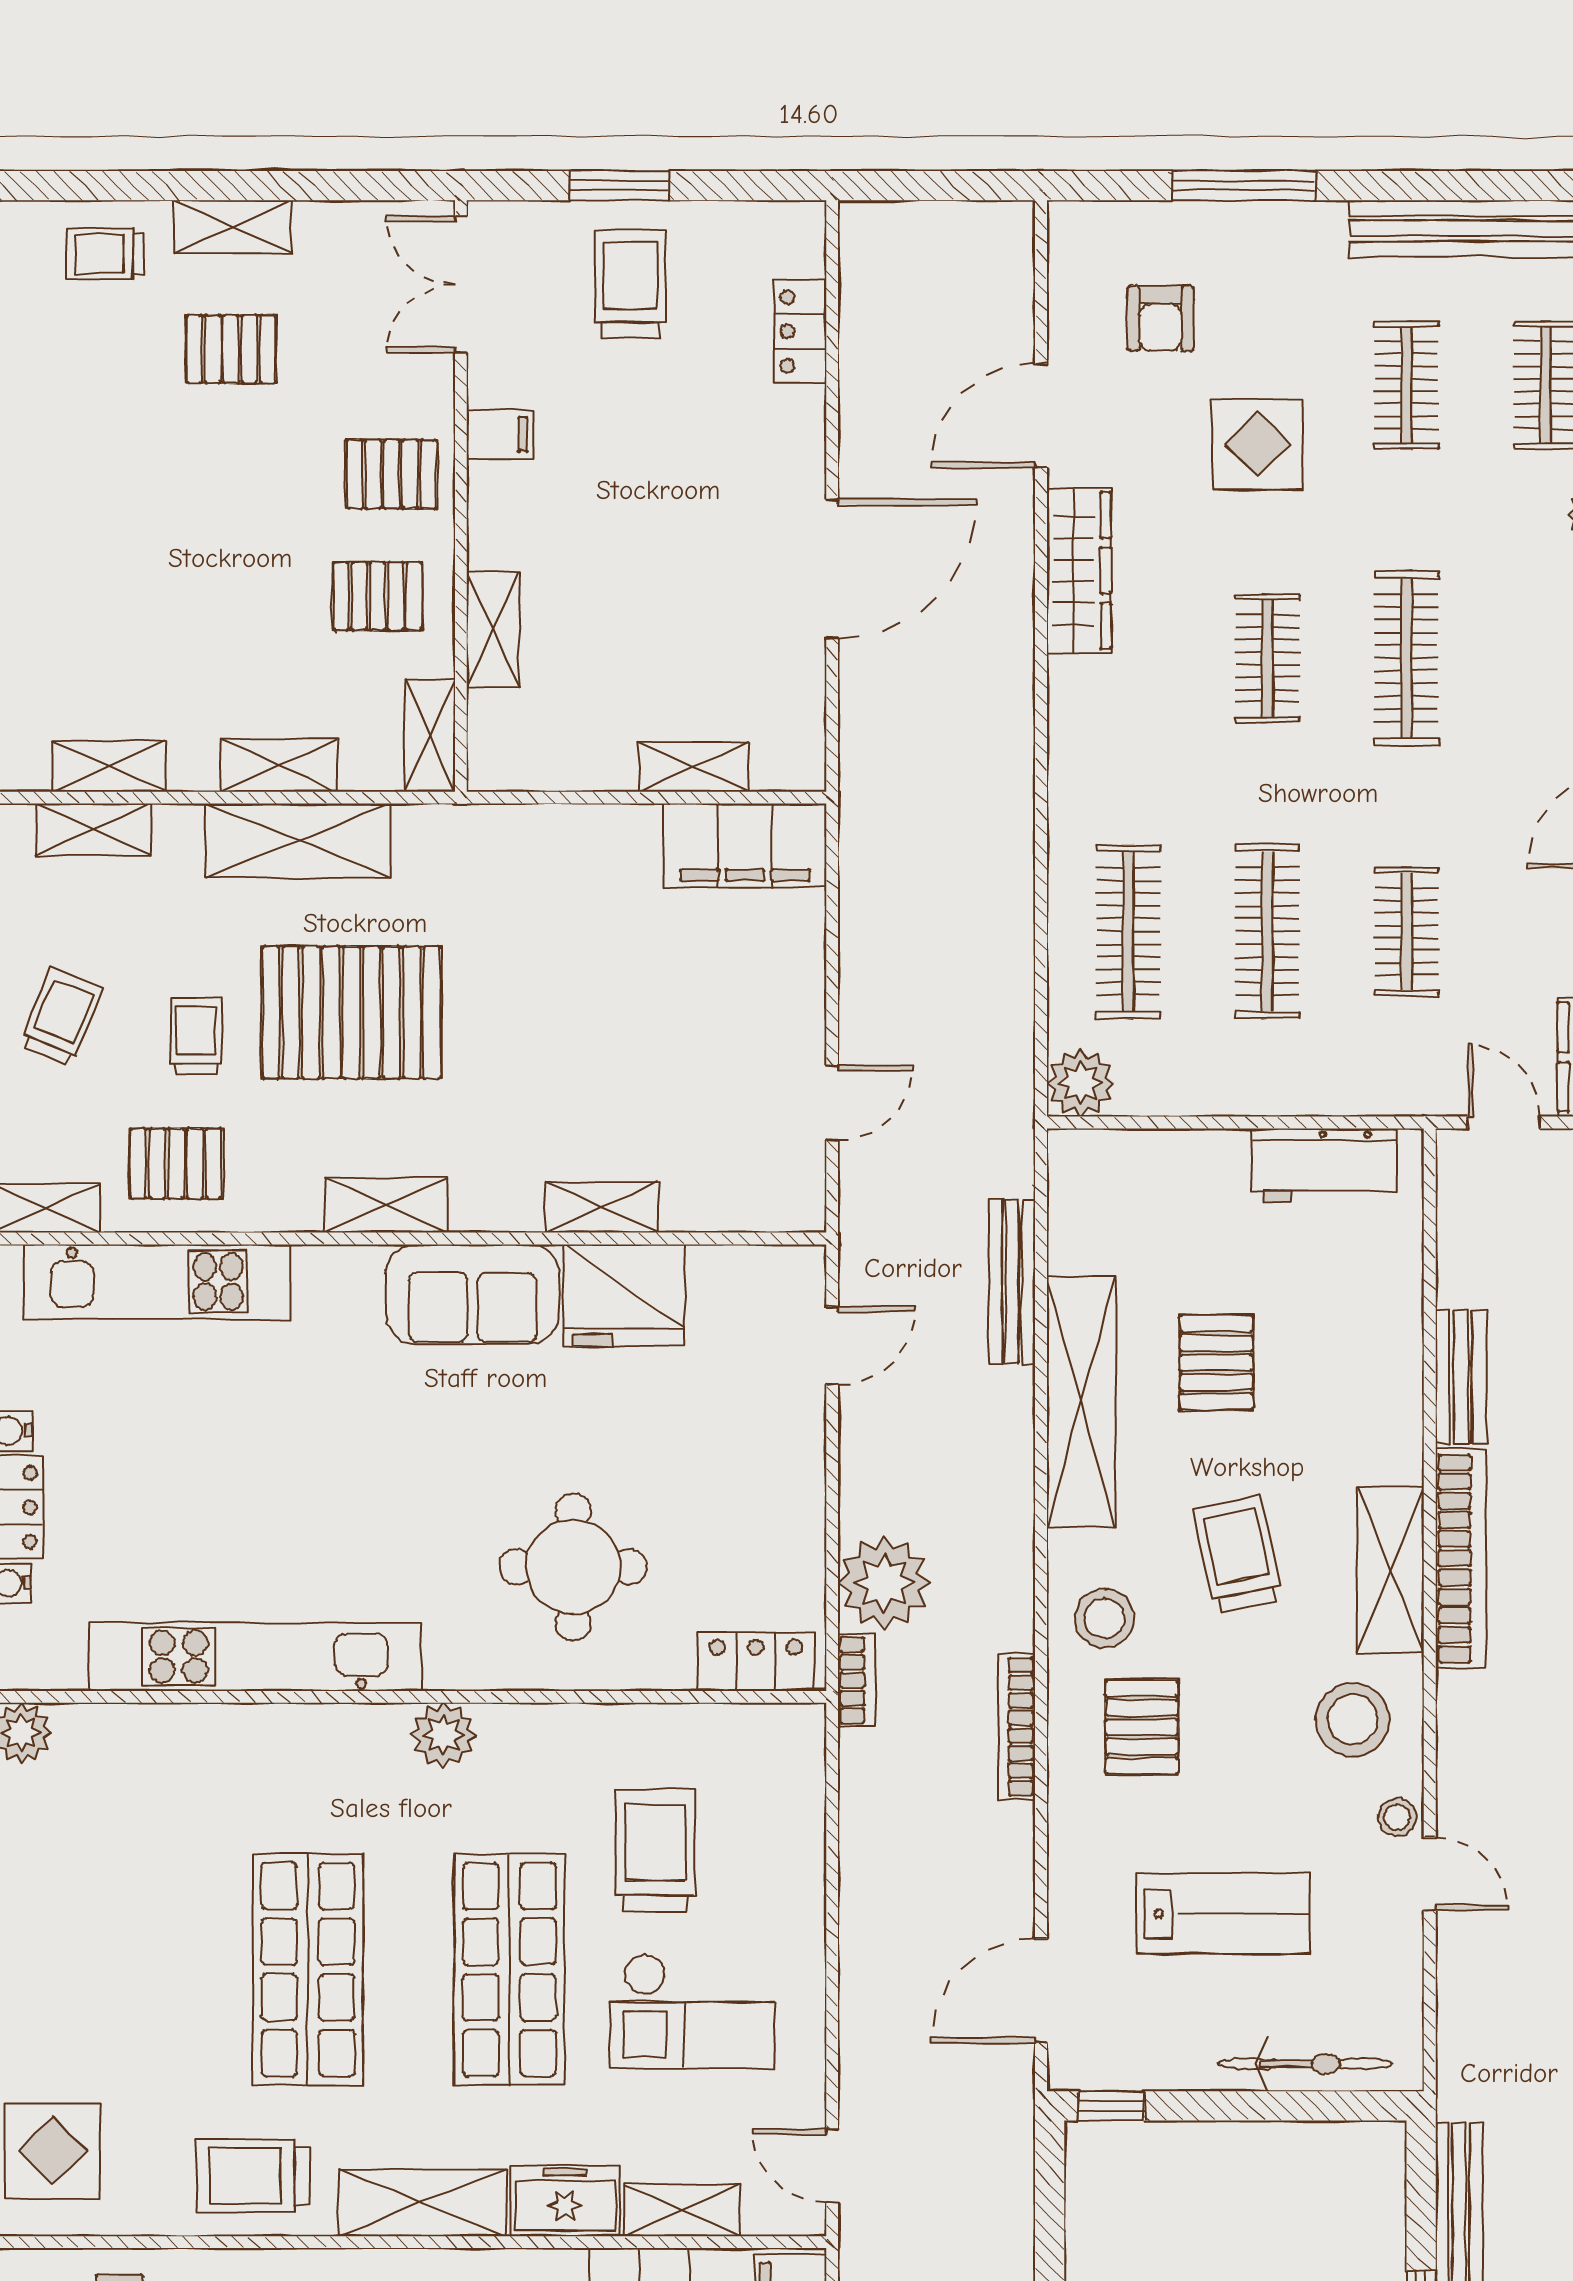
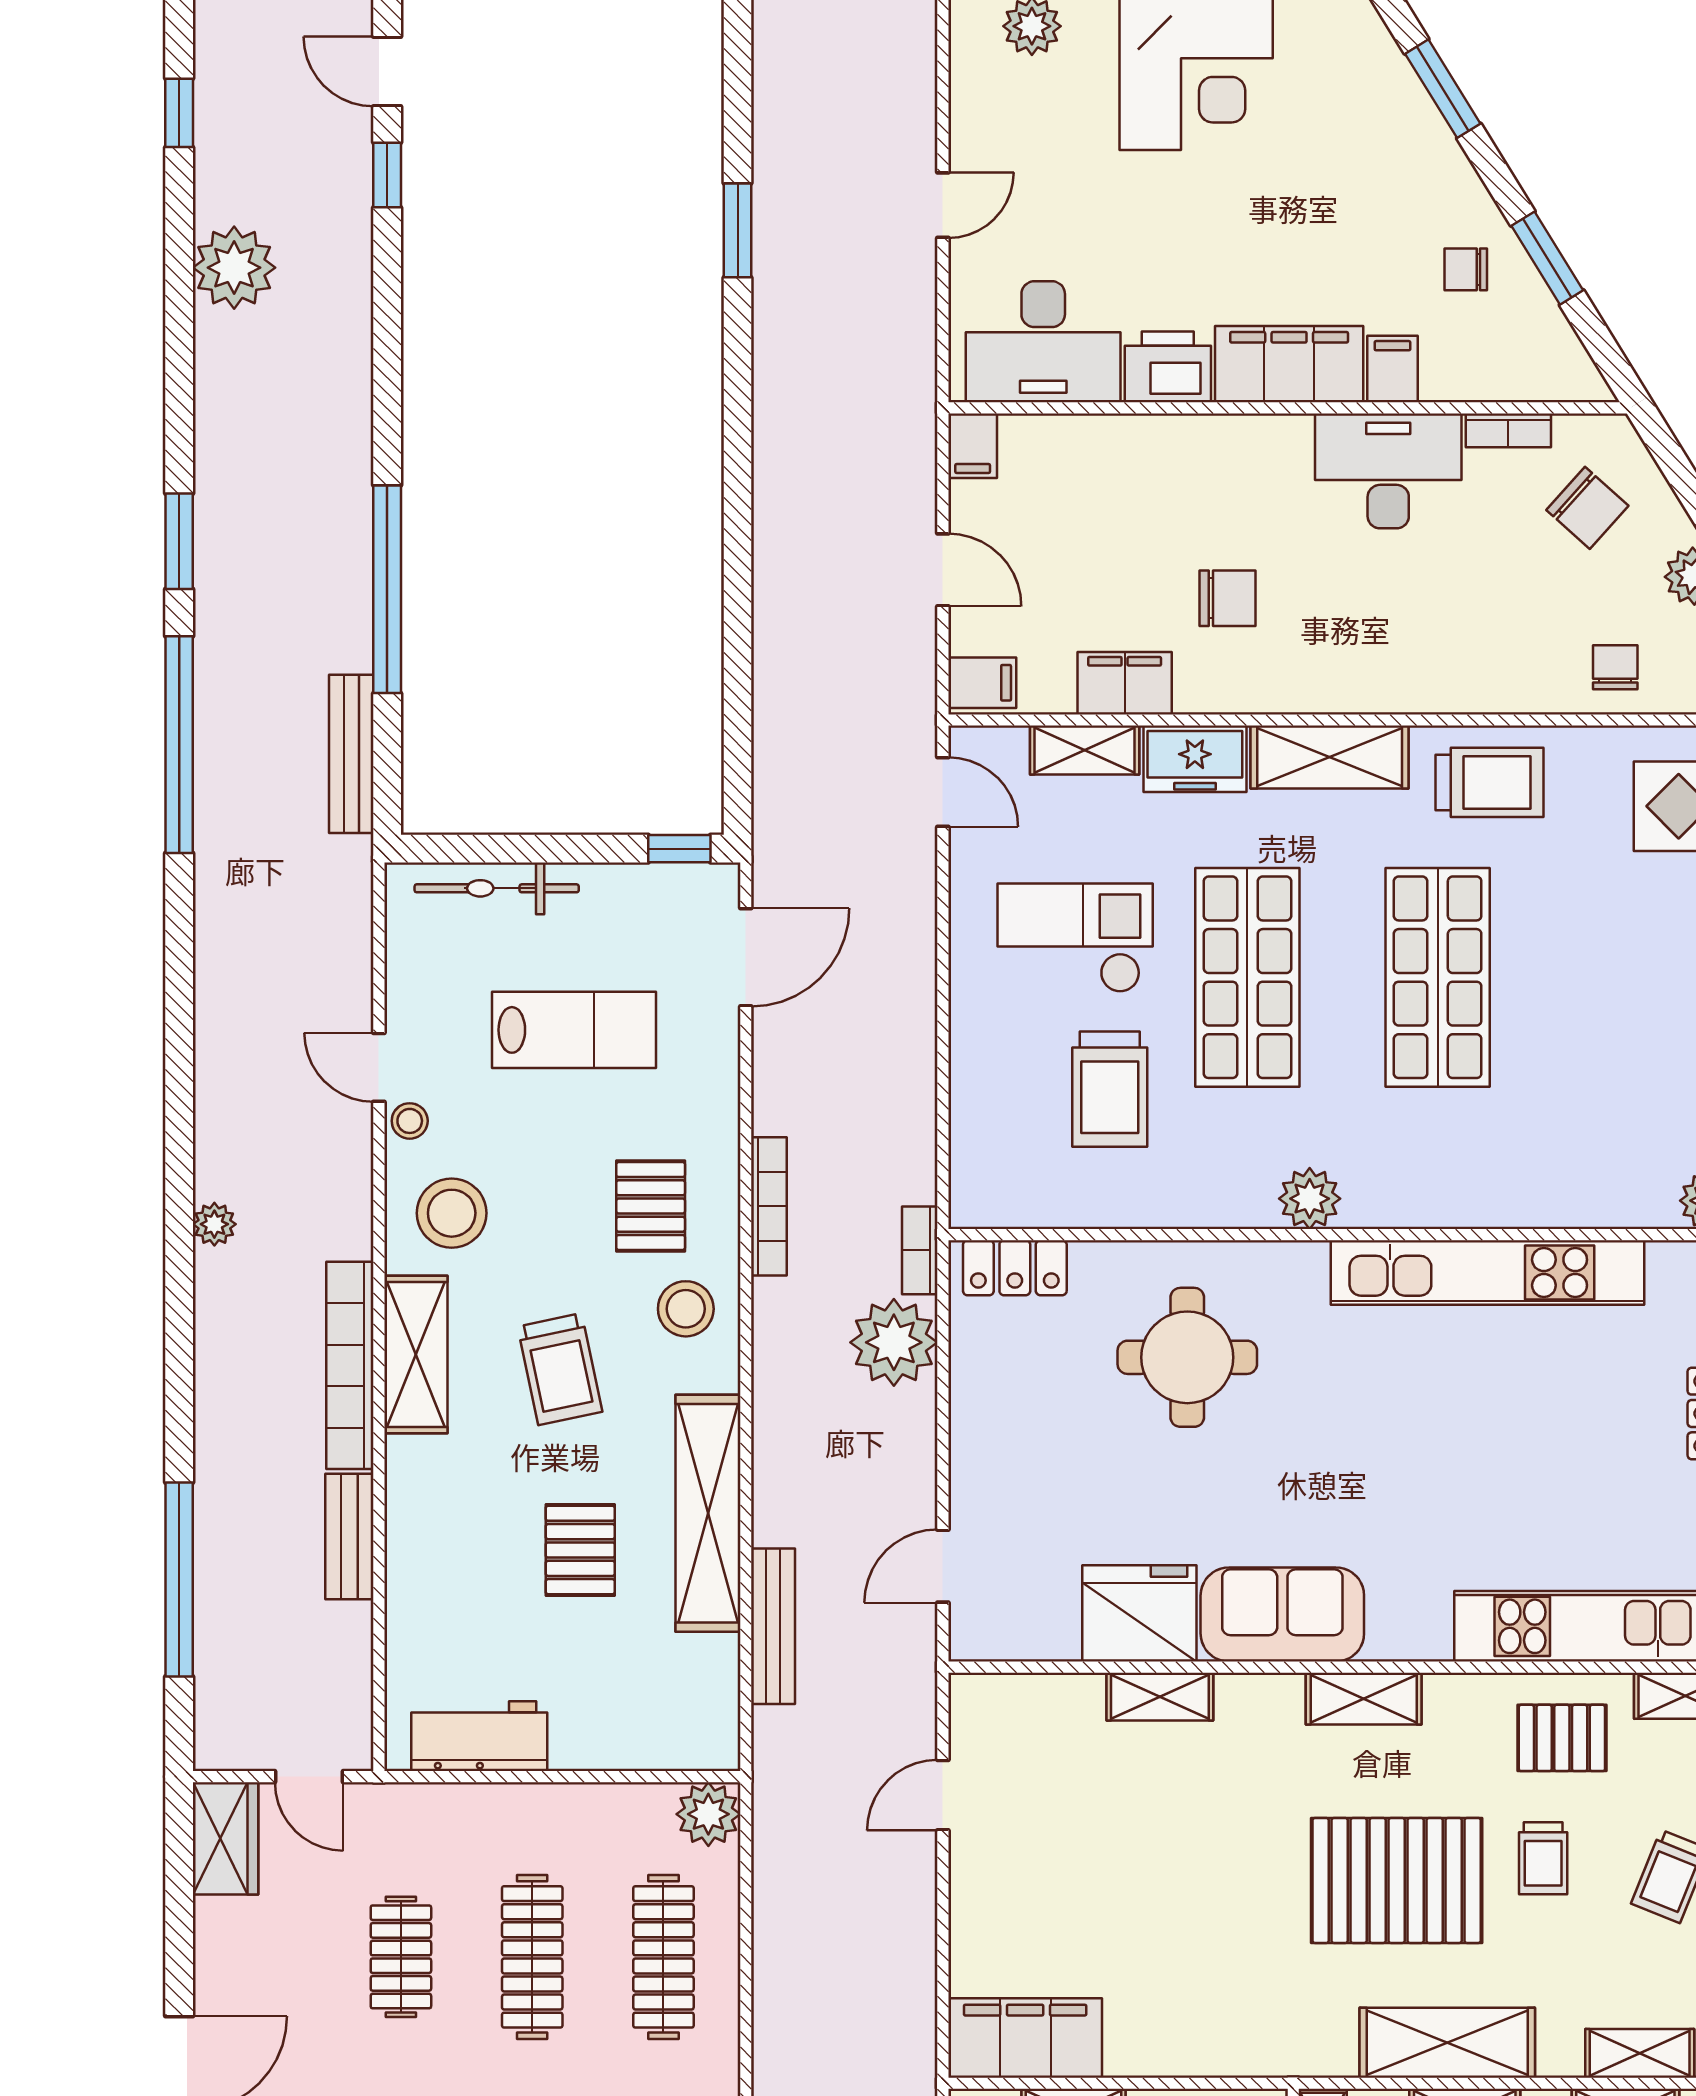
lab bench: (1223, 1914) -> (574, 1030), turned 180

